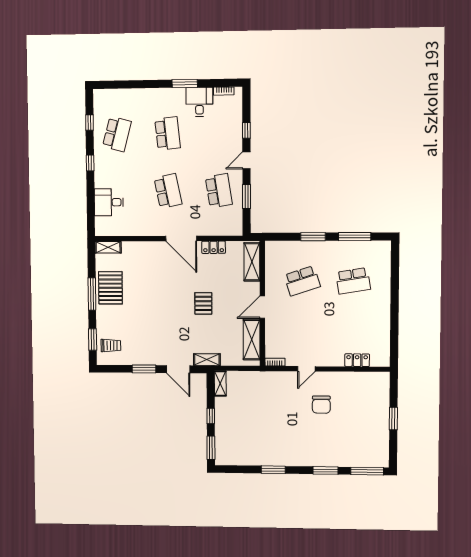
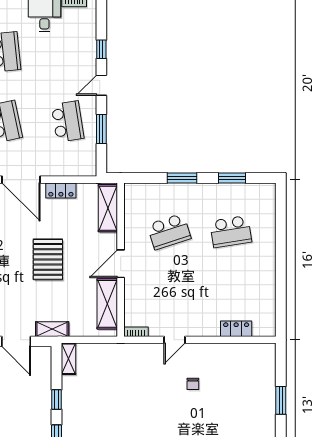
window: (355, 237) -> (232, 178), width x0.69
pallet: (203, 303) -> (48, 259), width x1.50, depth x1.42
chair: (321, 405) -> (193, 384), width x0.54, depth x0.54

